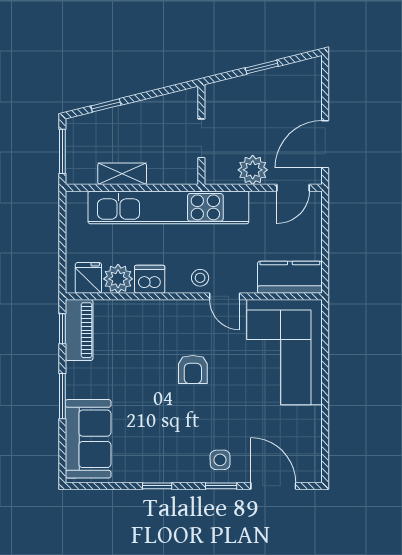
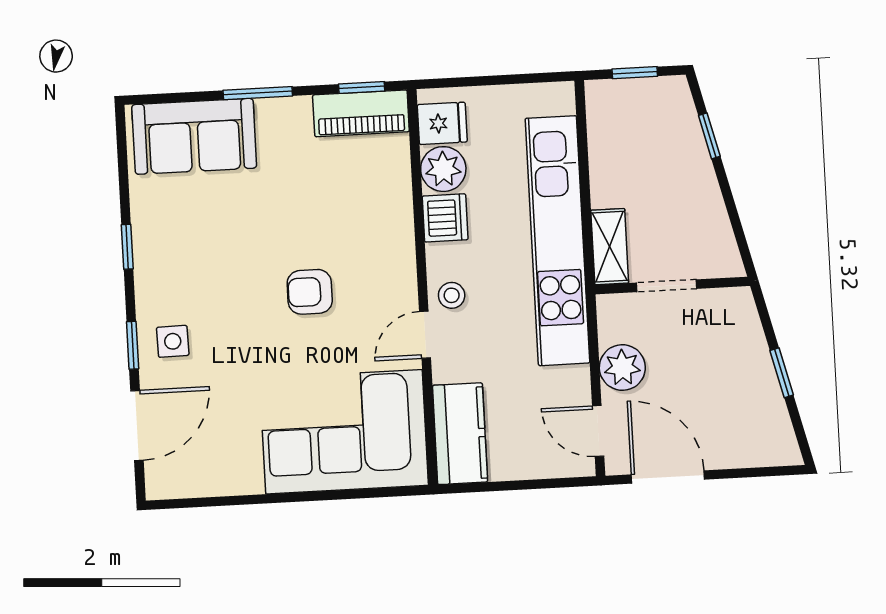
window: (62, 151) -> (635, 73), width x0.67
shelving: (122, 174) -> (610, 247), moved

